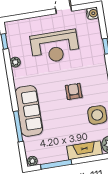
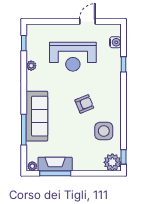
water cooler: (92, 13) -> (115, 42), moved
armchair: (74, 91) -> (84, 104), turned 68
fireplace: (85, 150) -> (55, 164), moved

